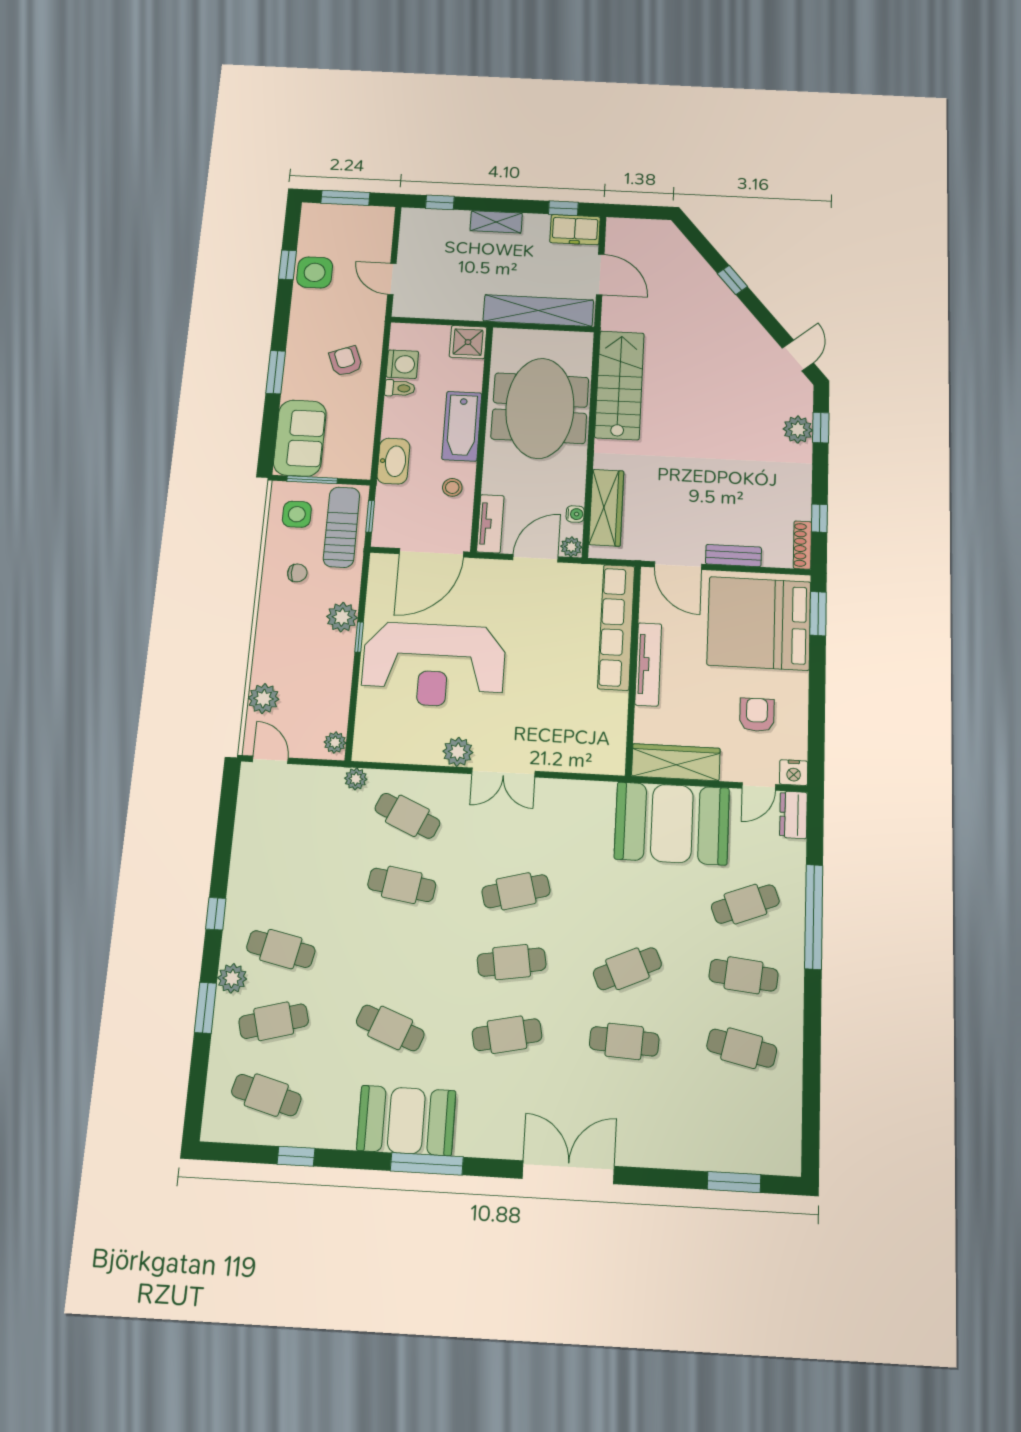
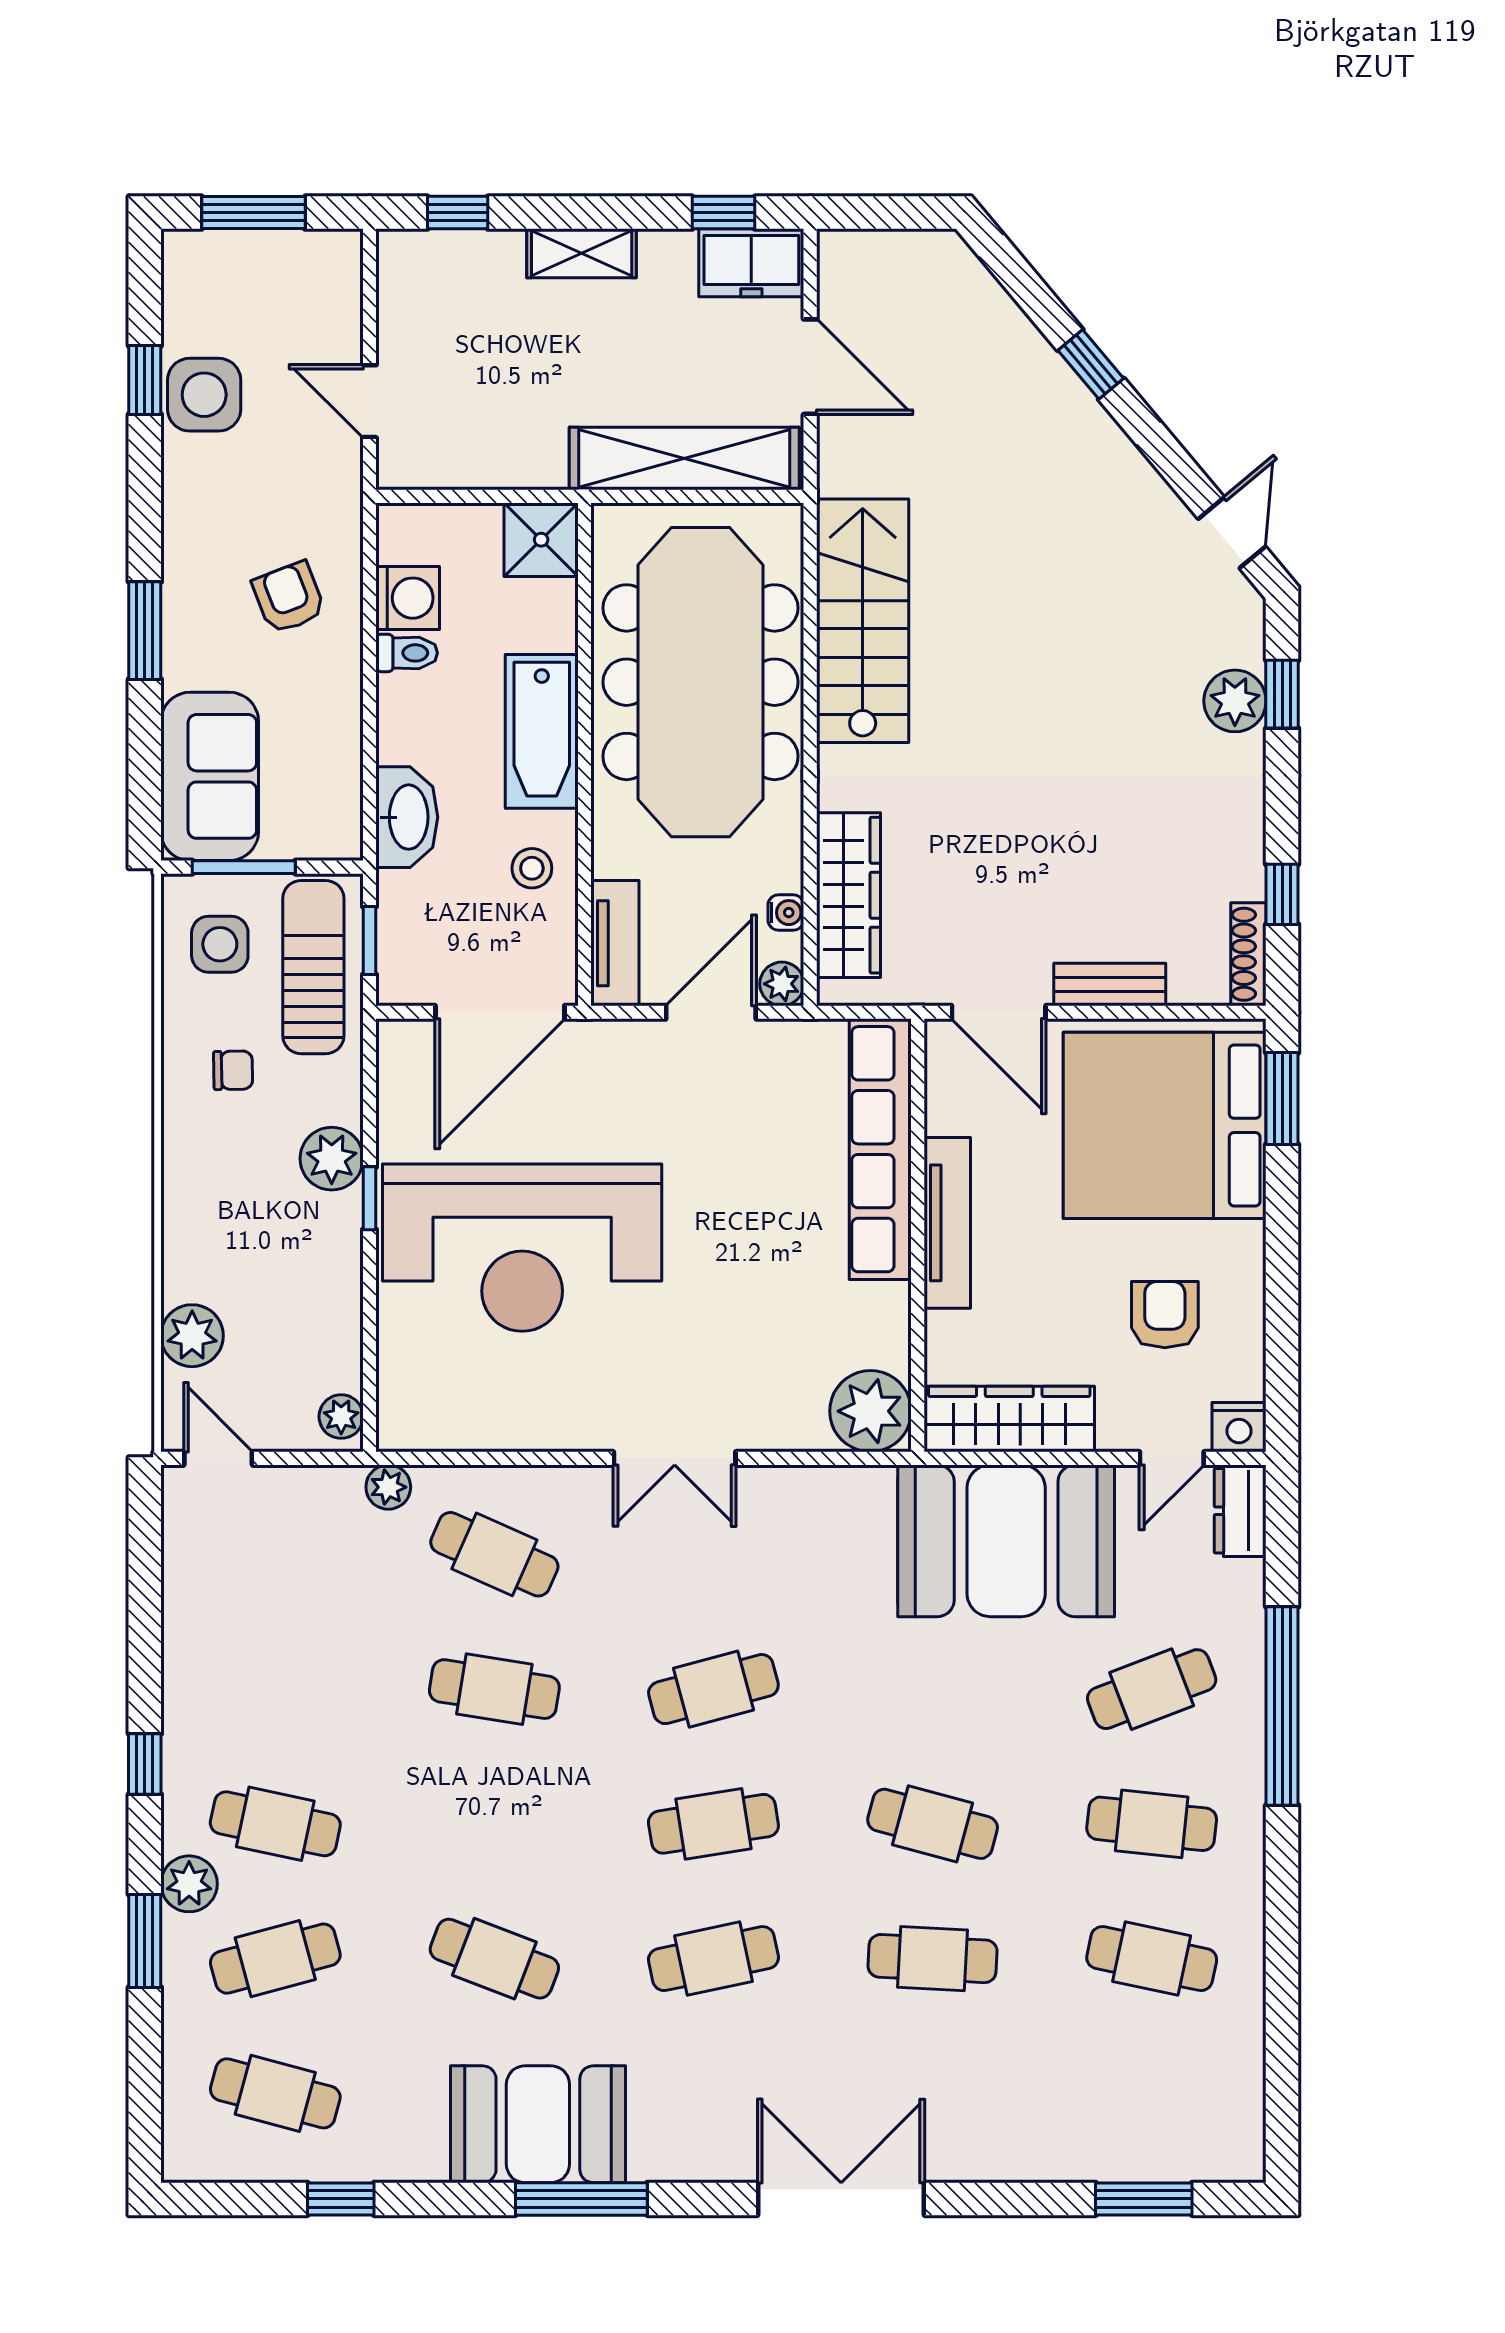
meeting table: (540, 408) -> (701, 682), width x1.36
plant: (458, 752) -> (871, 1411), moved, width x1.36, depth x1.36
cafe table: (627, 969) -> (933, 1824), turned 39

